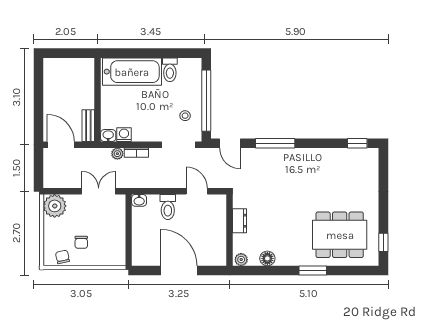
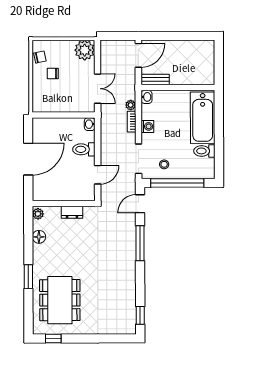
washing machine: (124, 135) -> (147, 126), moved

